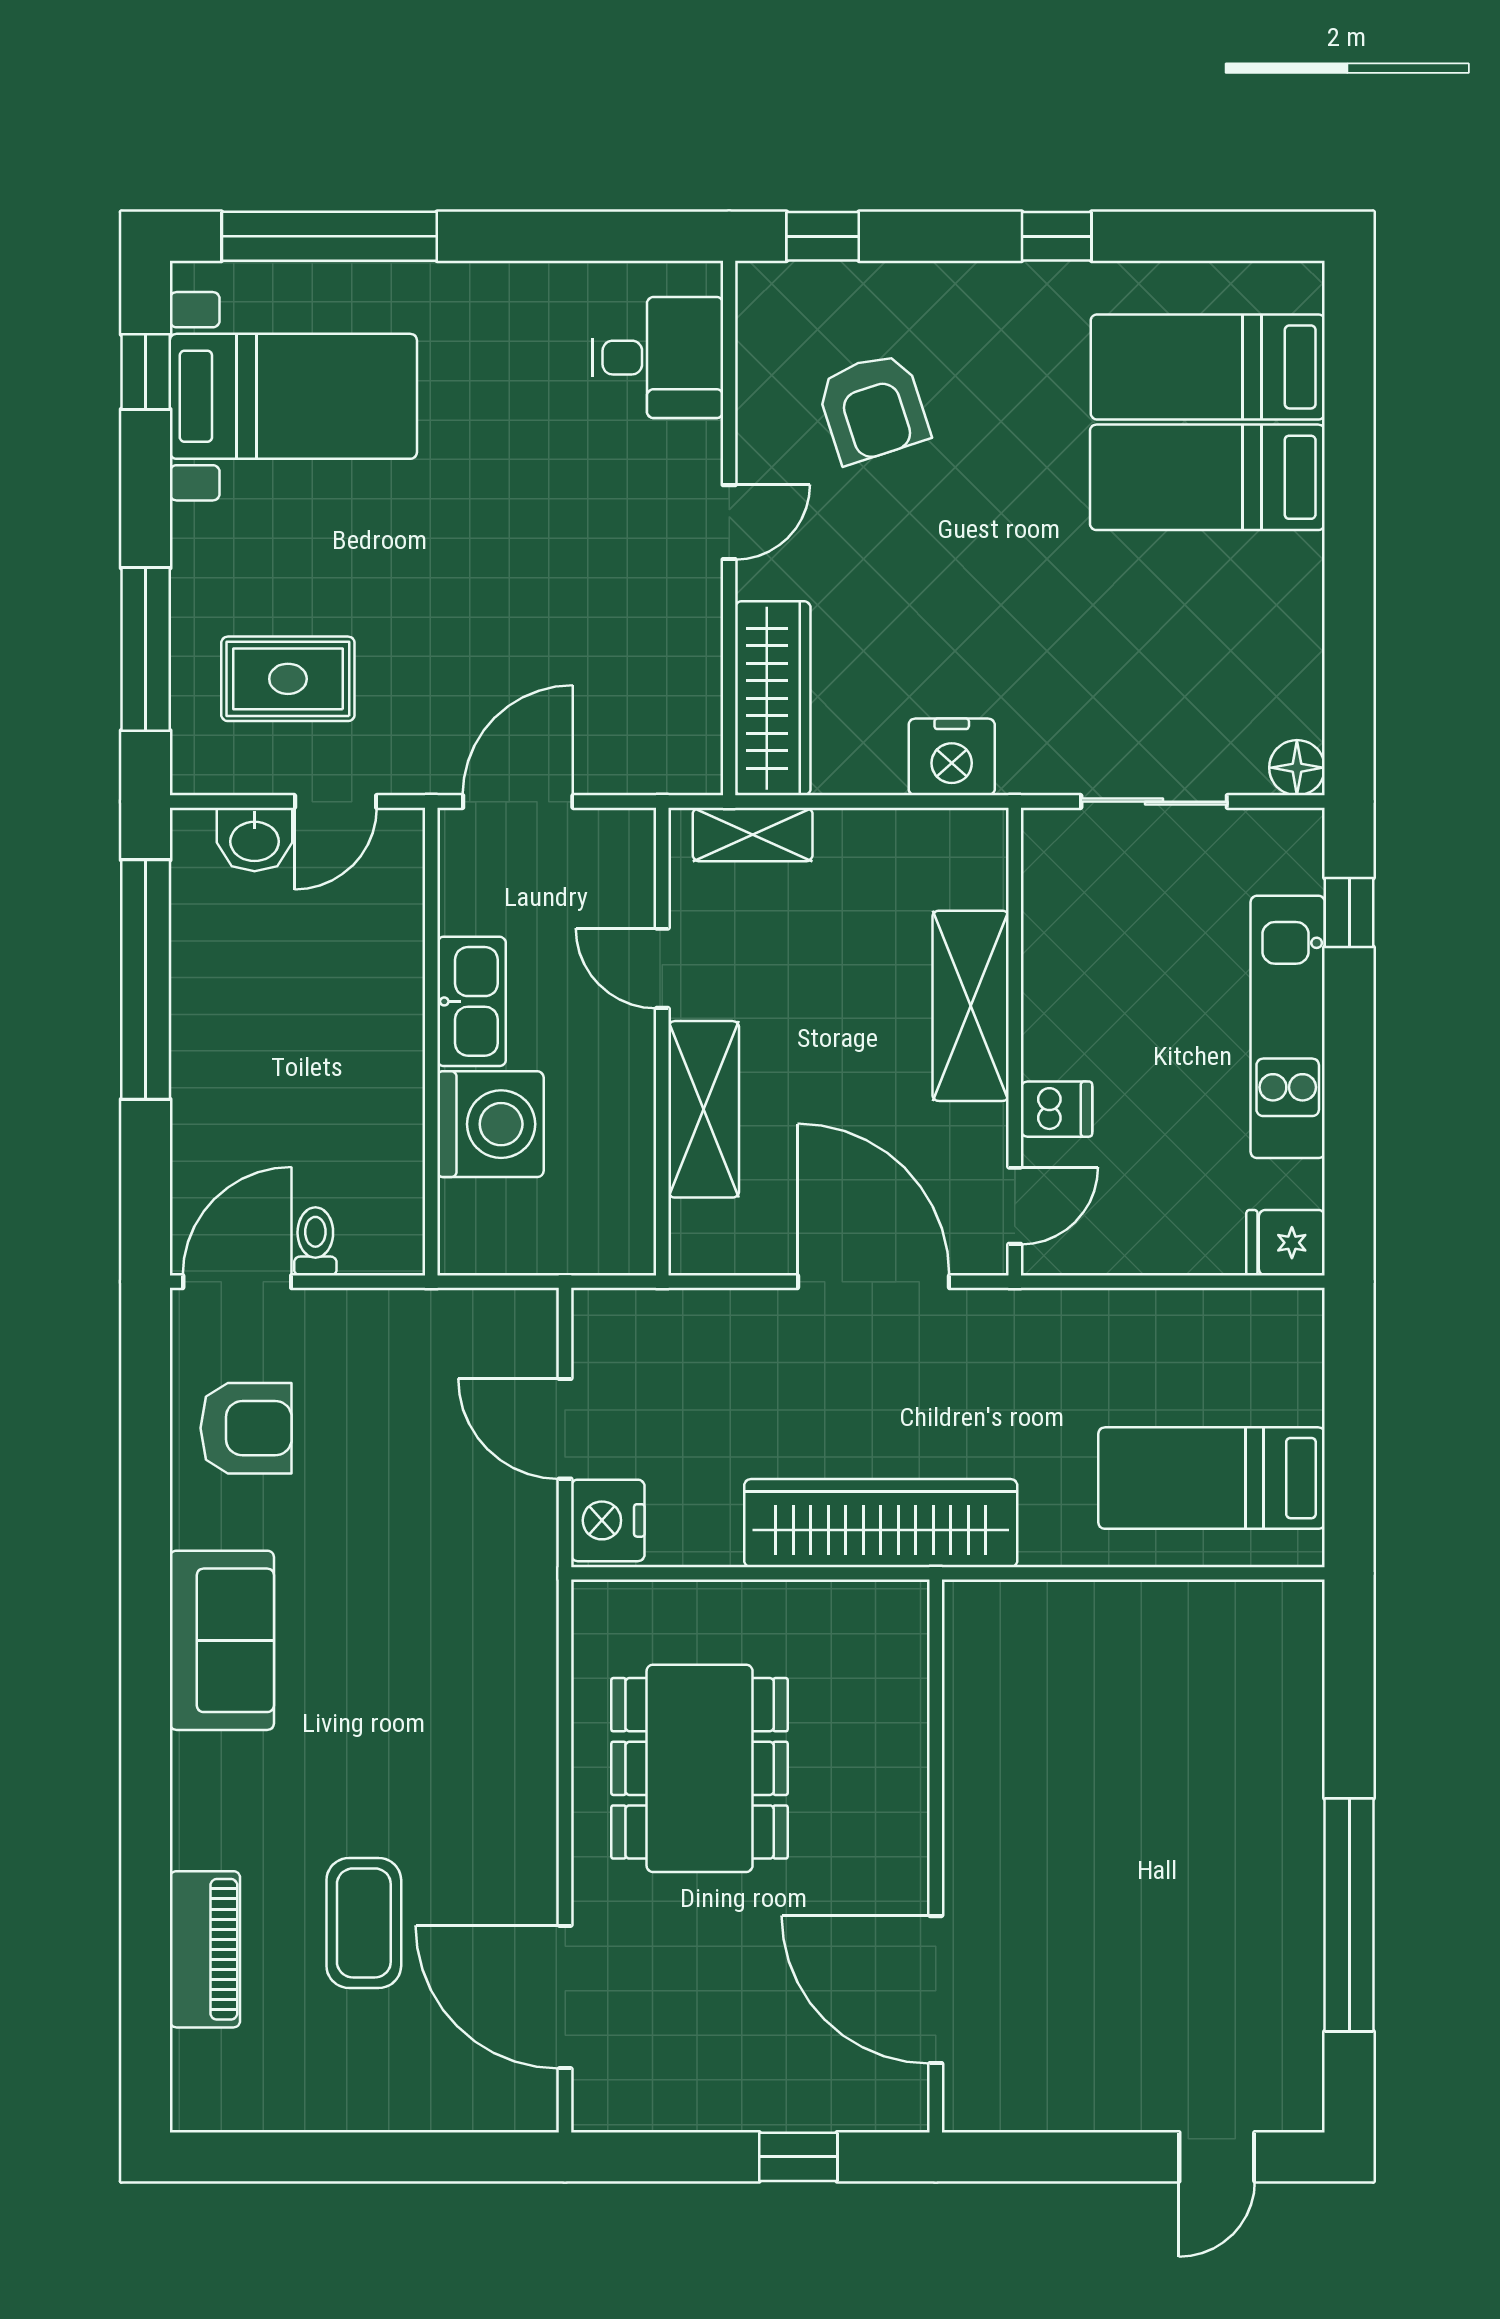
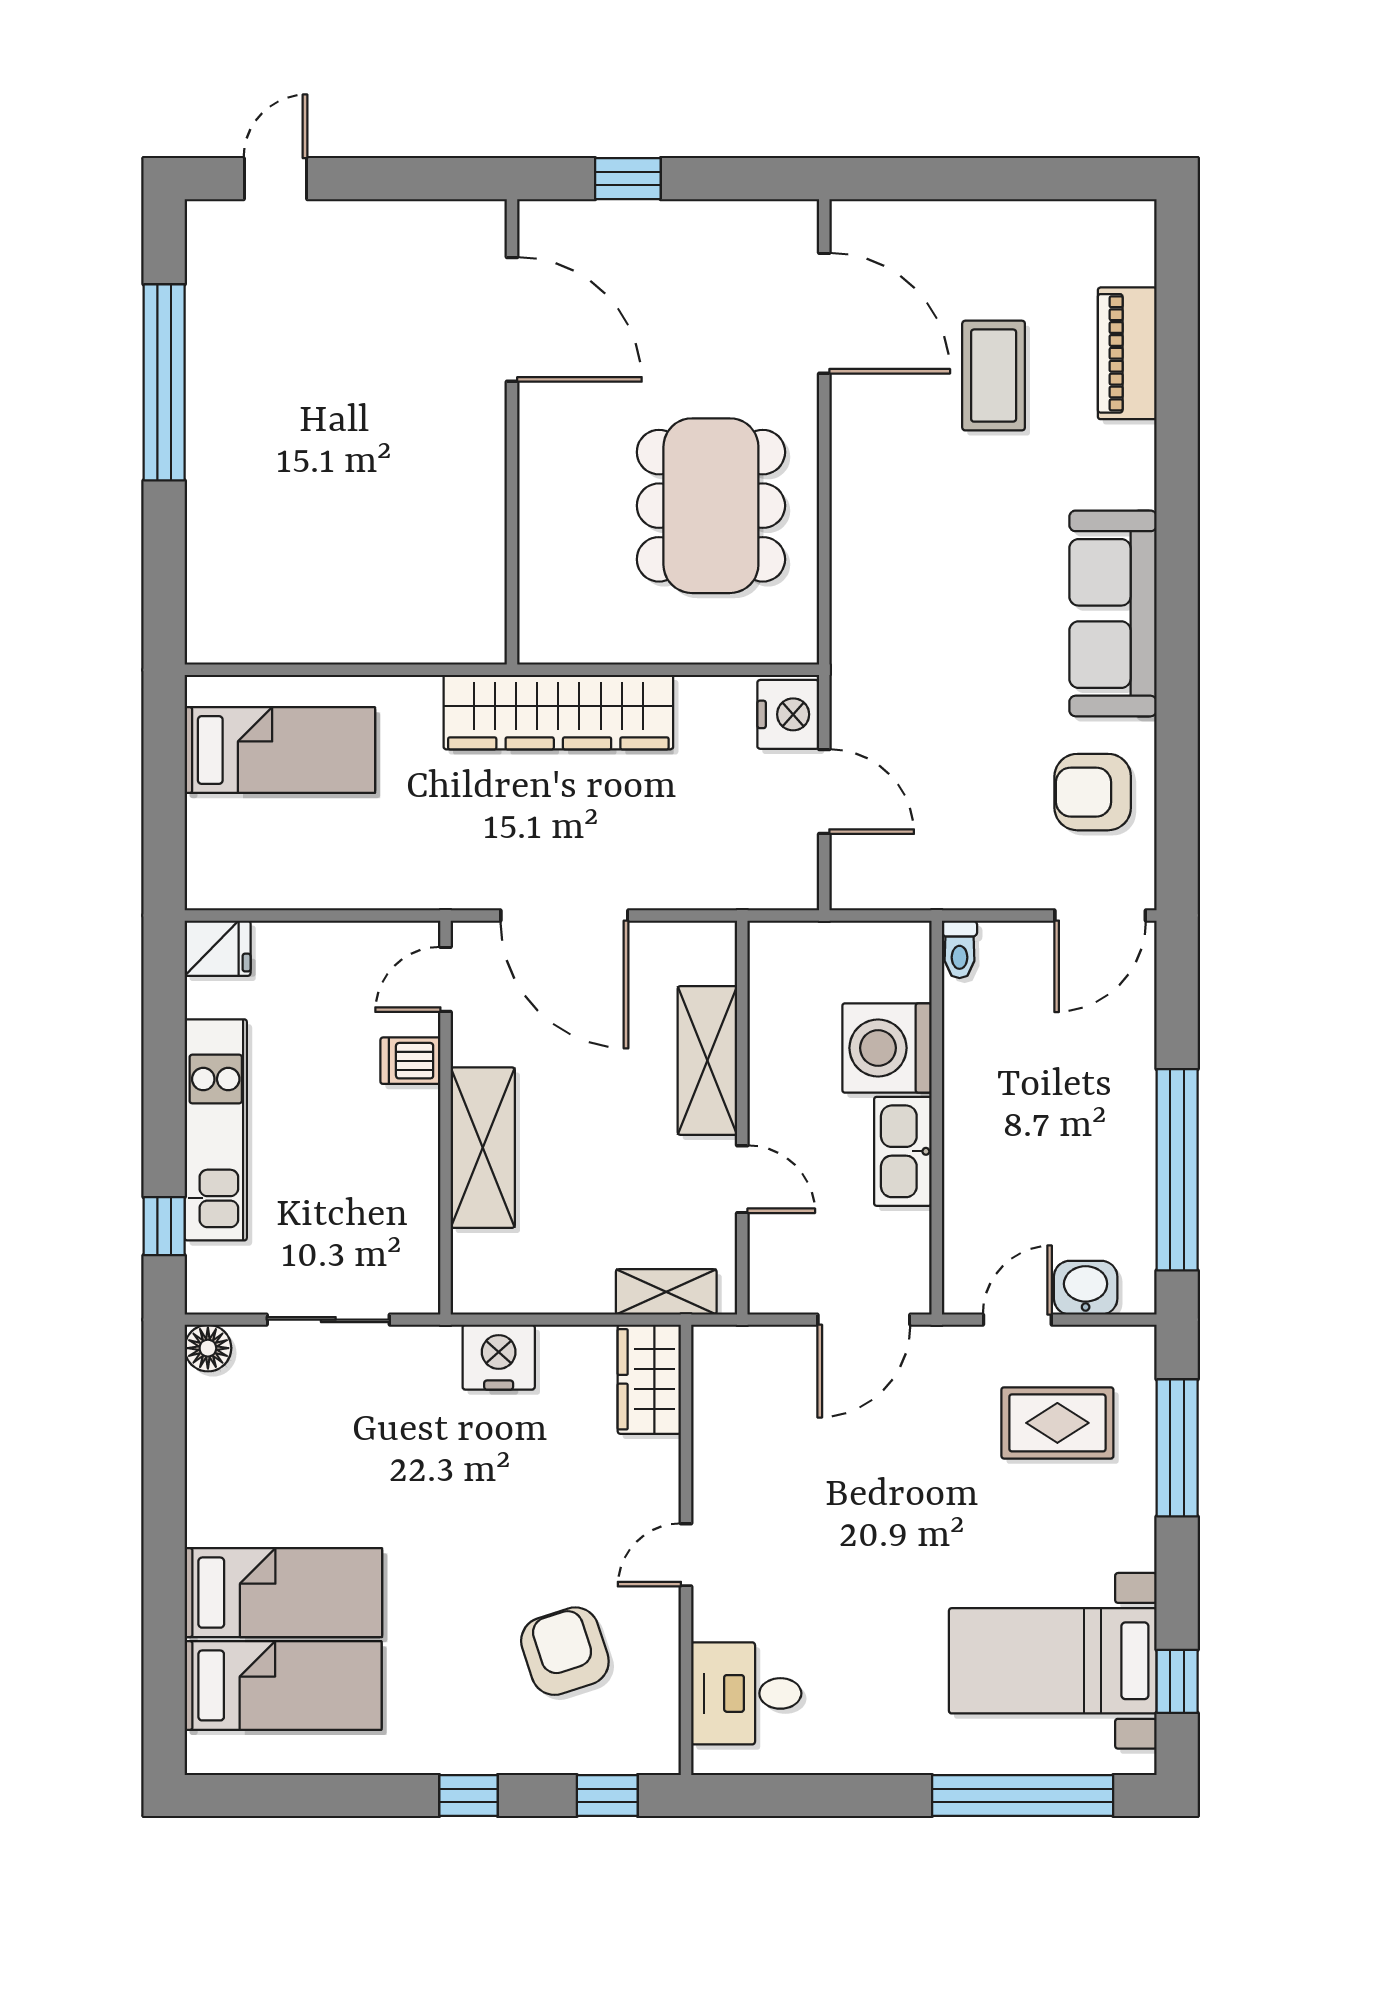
window: (1057, 236) -> (468, 1795), moved
wardrobe: (773, 698) -> (649, 1379), width x0.67
toilet: (315, 1241) -> (960, 949), moved
sofa: (222, 1640) -> (1113, 613), width x1.36

